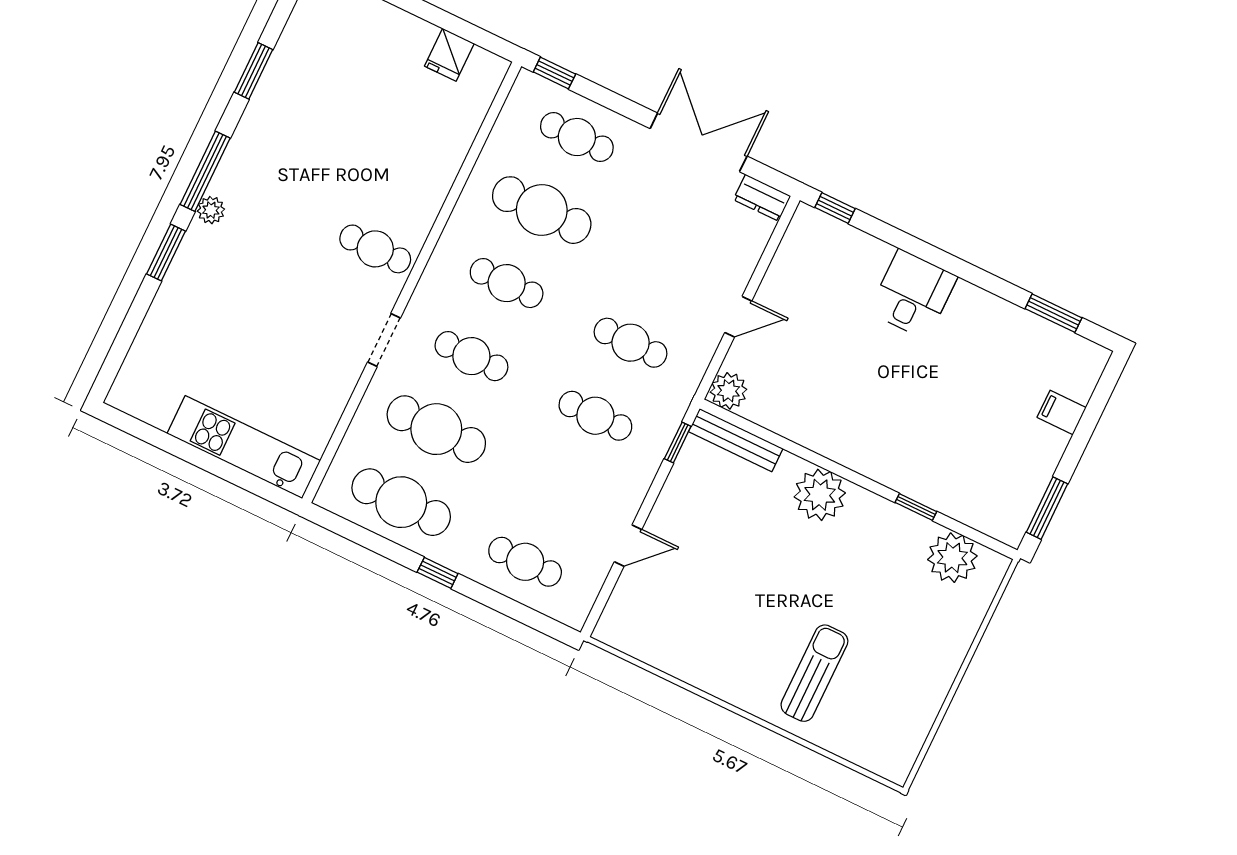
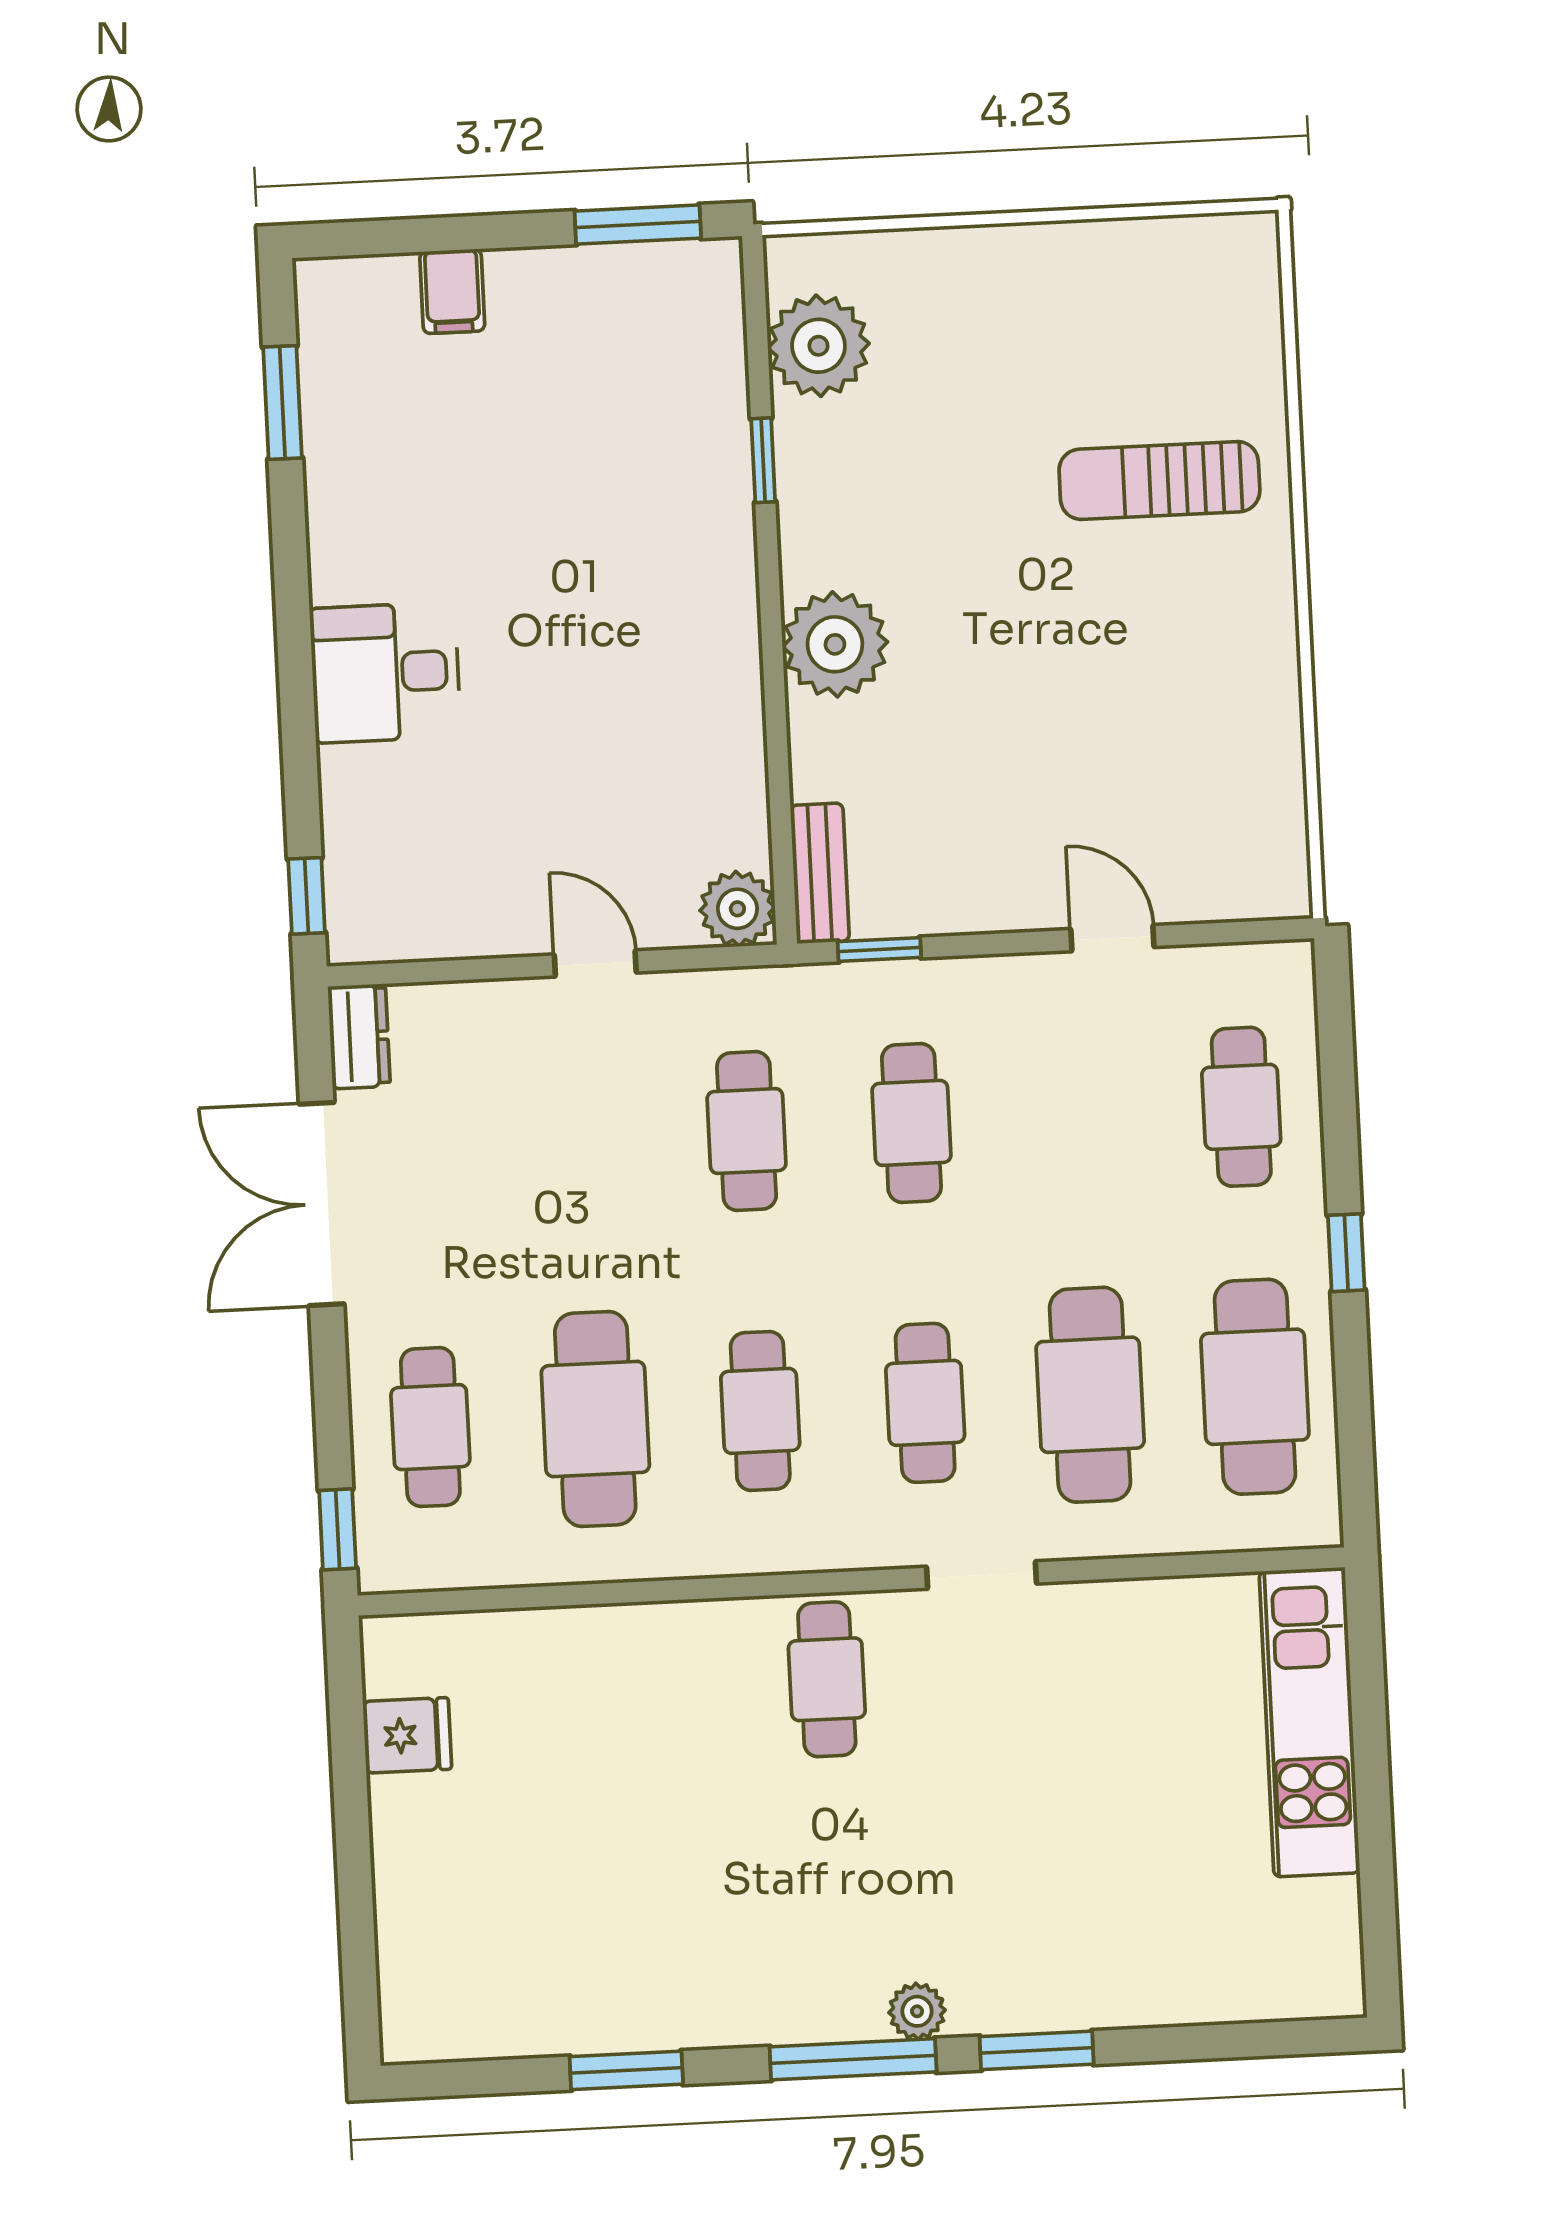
bench: (736, 440) -> (820, 873), width x0.73

